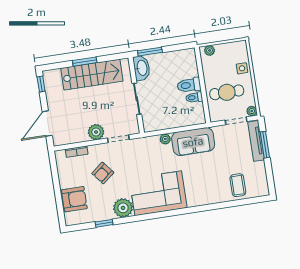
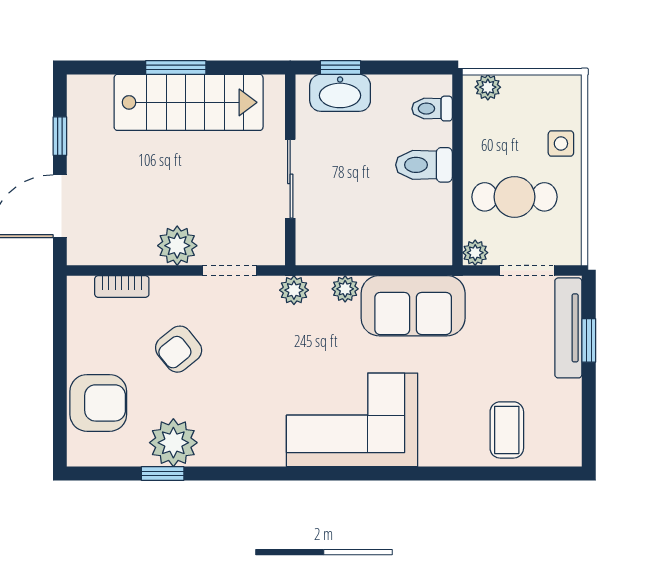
window: (150, 52) -> (340, 67), width x0.67
washbasin: (142, 68) -> (340, 93), moved, turned 90
window: (41, 84) -> (60, 136), moved
toilet: (194, 97) -> (432, 109), moved
plant: (252, 111) -> (475, 253), moved
plant: (145, 143) -> (294, 290), added
window: (265, 145) -> (589, 340), width x0.67
corner sofa: (158, 193) -> (352, 420), moved
plant: (123, 208) -> (173, 443), moved

